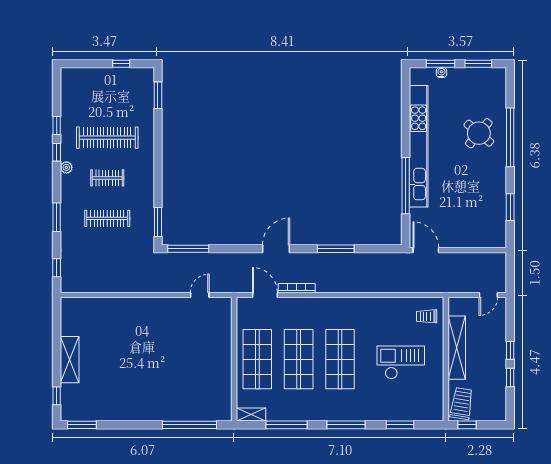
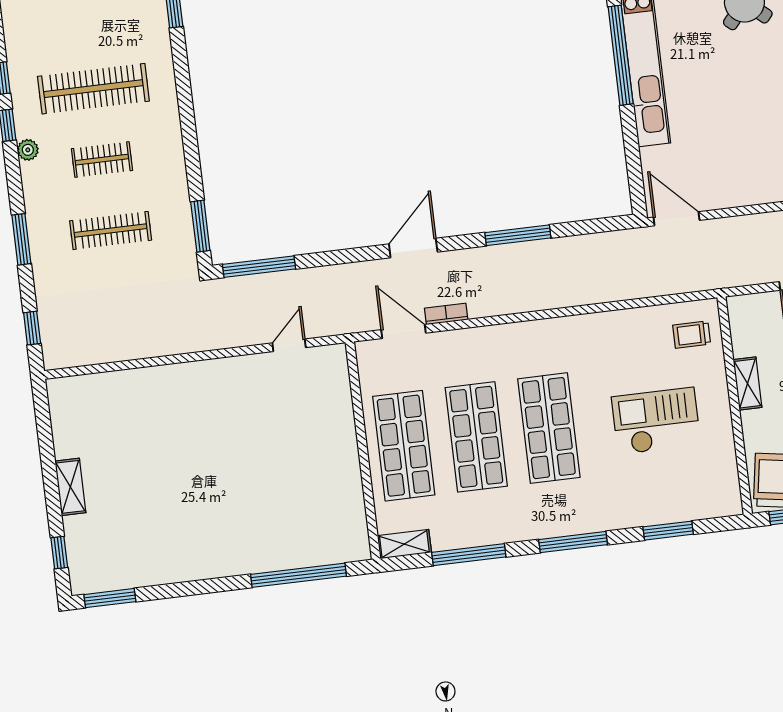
window: (406, 186) -> (621, 55), moved
bookcase: (297, 288) -> (446, 314), width x0.64
shelving: (457, 348) -> (748, 383), width x0.45, depth x0.75
shelving: (70, 360) -> (70, 487), width x0.67, depth x0.75

